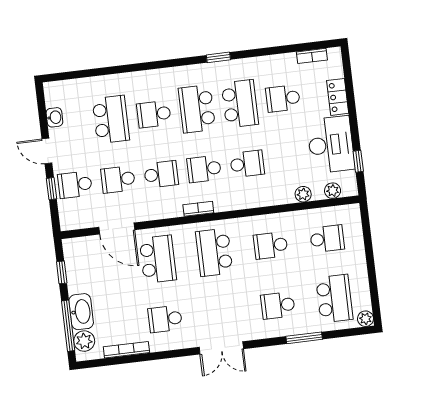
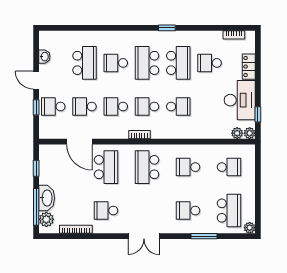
school desk: (161, 174) -> (116, 107), turned 180
plant: (303, 194) -> (250, 133), moved

